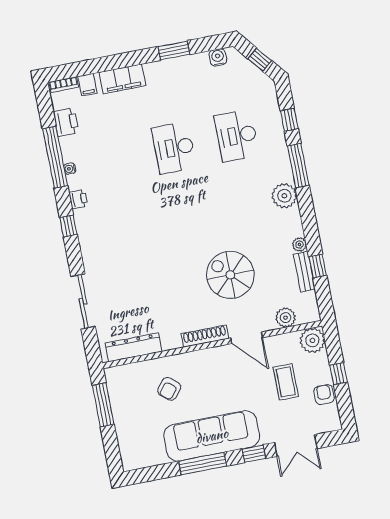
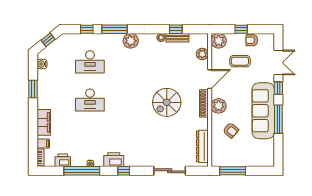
printer: (78, 199) -> (114, 160), width x1.87, depth x1.48
spiral stairs: (230, 275) -> (167, 102), moved
plant: (205, 361) -> (219, 106), added

